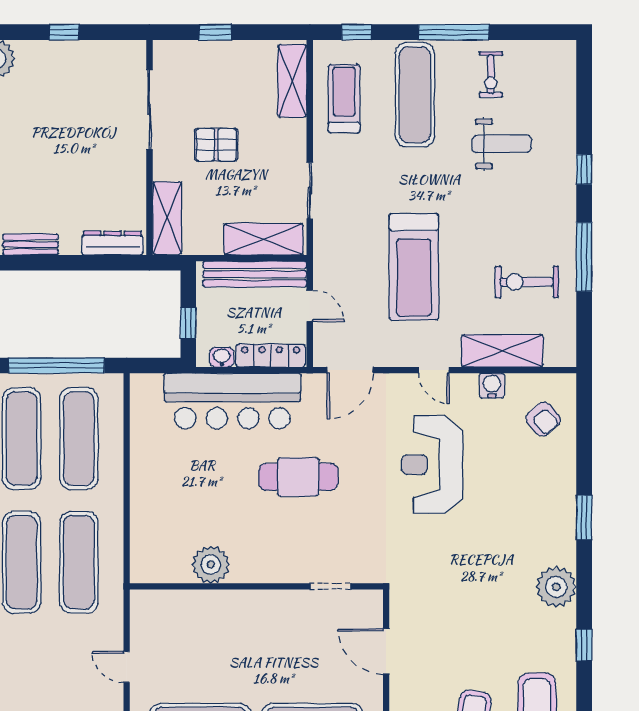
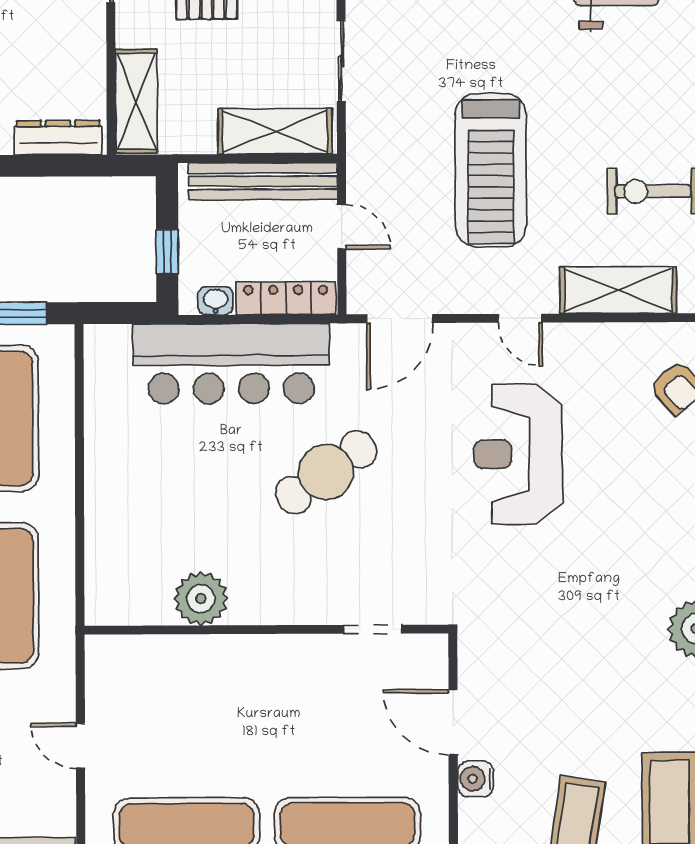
water cooler: (492, 386) -> (475, 779), moved, turned -90
cafe table: (298, 477) -> (326, 472), turned -35

